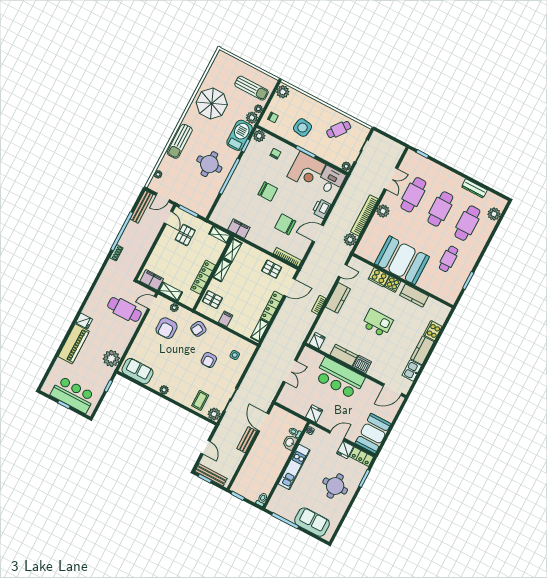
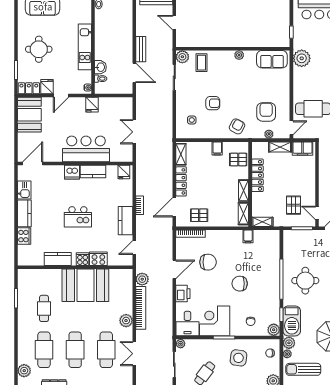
filing cabinet: (239, 229) -> (248, 236), width x0.50
armchair: (209, 360) -> (213, 103), turned 90

